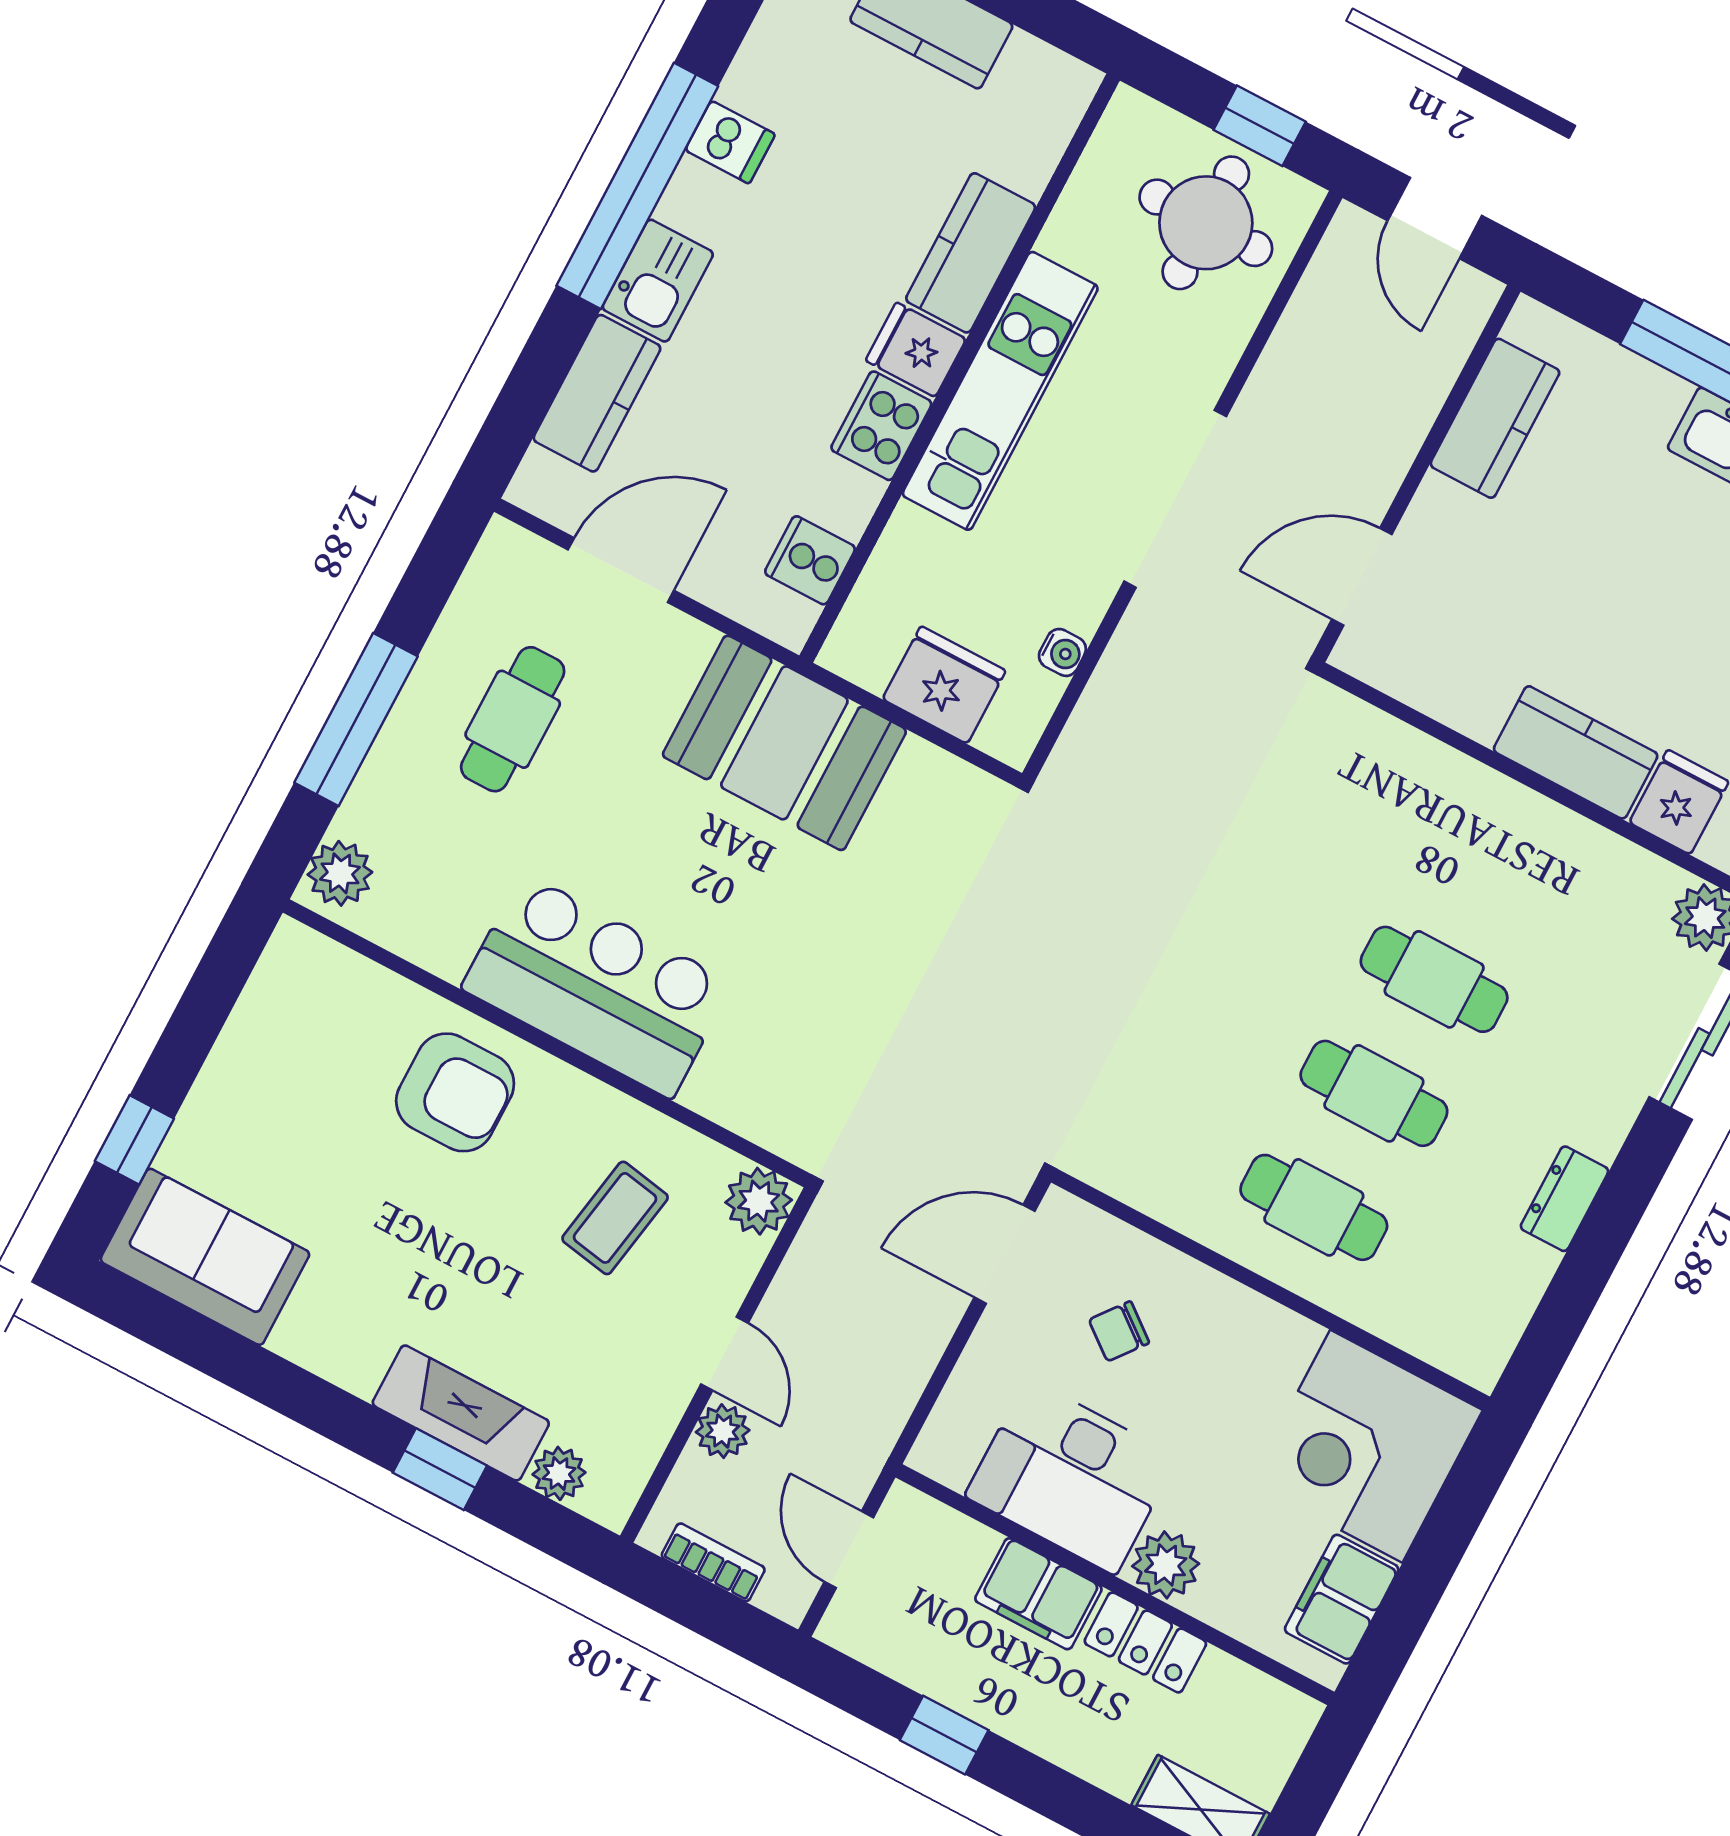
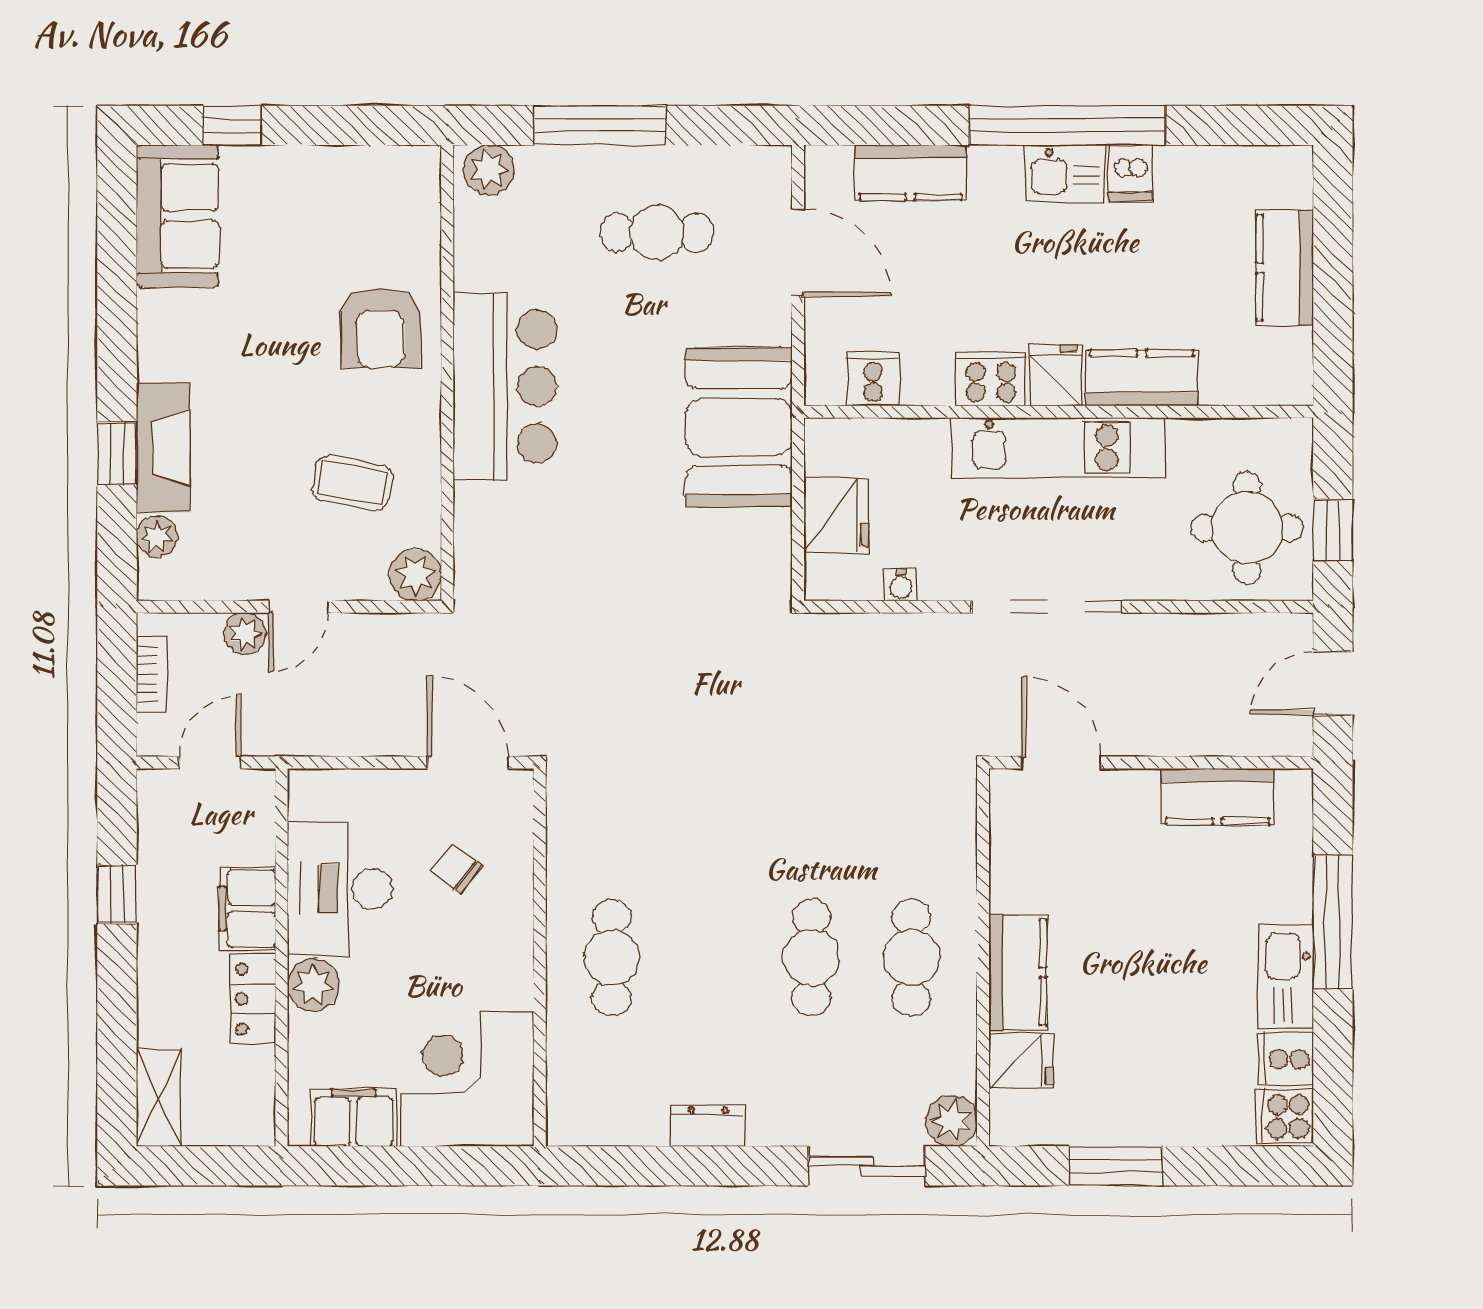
kitchen sink: (658, 281) -> (1065, 174), moved
cafe table: (1374, 1093) -> (911, 957), moved

